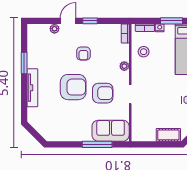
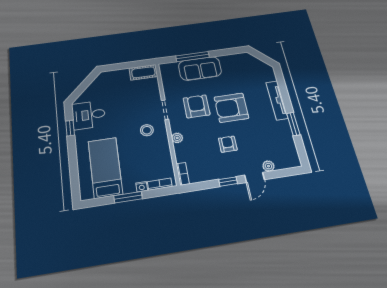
stool: (144, 52) -> (147, 130), moved
armchair: (103, 93) -> (197, 106), turned 90
sofa: (111, 131) -> (200, 68), moved
cot: (168, 135) -> (143, 72), moved

